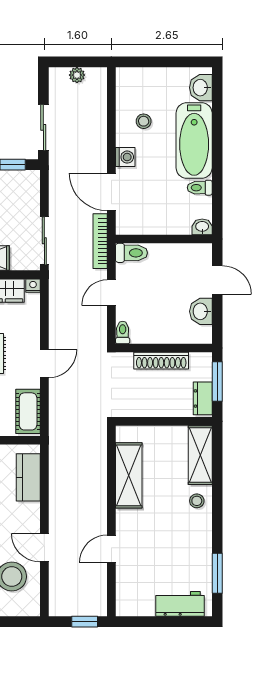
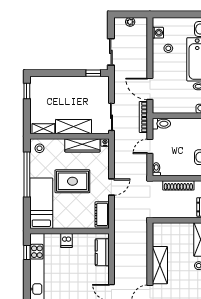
washing machine: (125, 157) -> (158, 33), moved
shelving: (129, 475) -> (160, 265), moved

